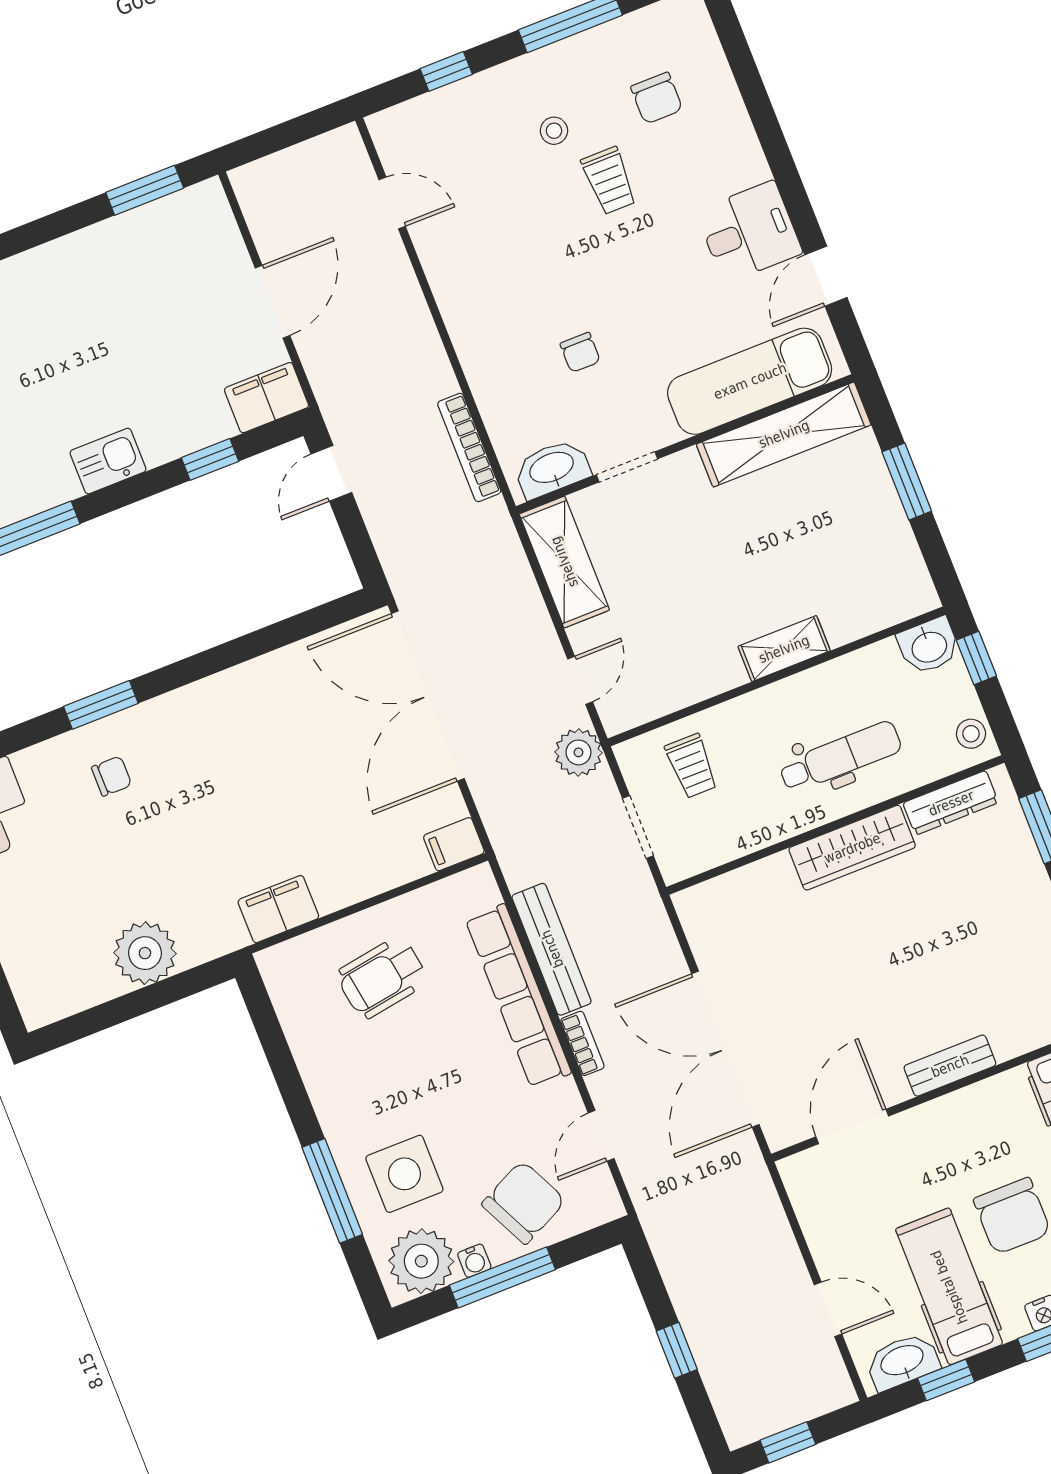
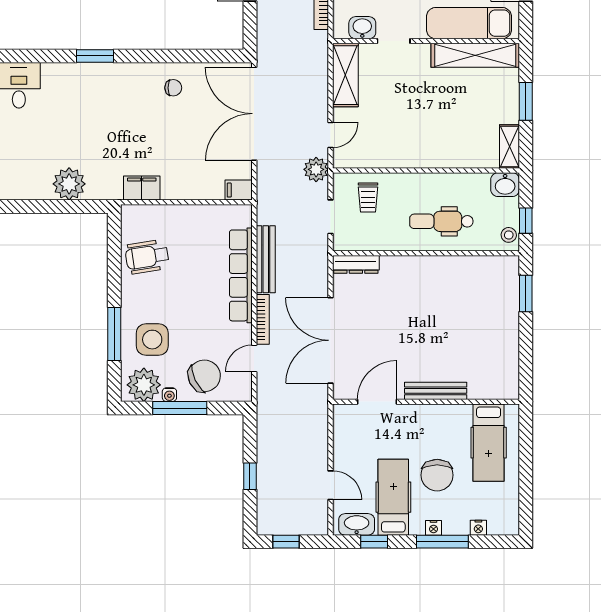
washbasin: (552, 469) -> (362, 28), width x0.72
shelving: (784, 649) -> (509, 146), moved, turned 90
window: (976, 658) -> (526, 221), moved
dental chair: (840, 757) -> (441, 221), turned 180
chair: (112, 776) -> (173, 88), moved
dresser: (951, 803) -> (356, 264), moved
wardrobe: (852, 848) -> (430, 267), removed
wheelchair: (382, 978) -> (147, 257), moved
bookcase: (582, 1043) -> (263, 319), width x1.56
bench: (950, 1066) -> (436, 391), width x1.36

